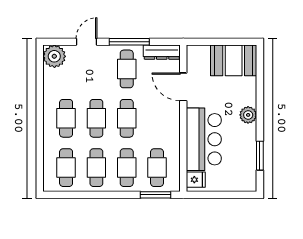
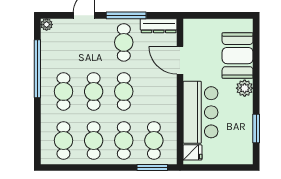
plant: (54, 56) -> (47, 25), width x0.53, depth x0.53
booth: (234, 60) -> (238, 56), moved, turned 90
window: (40, 95) -> (37, 69), added

